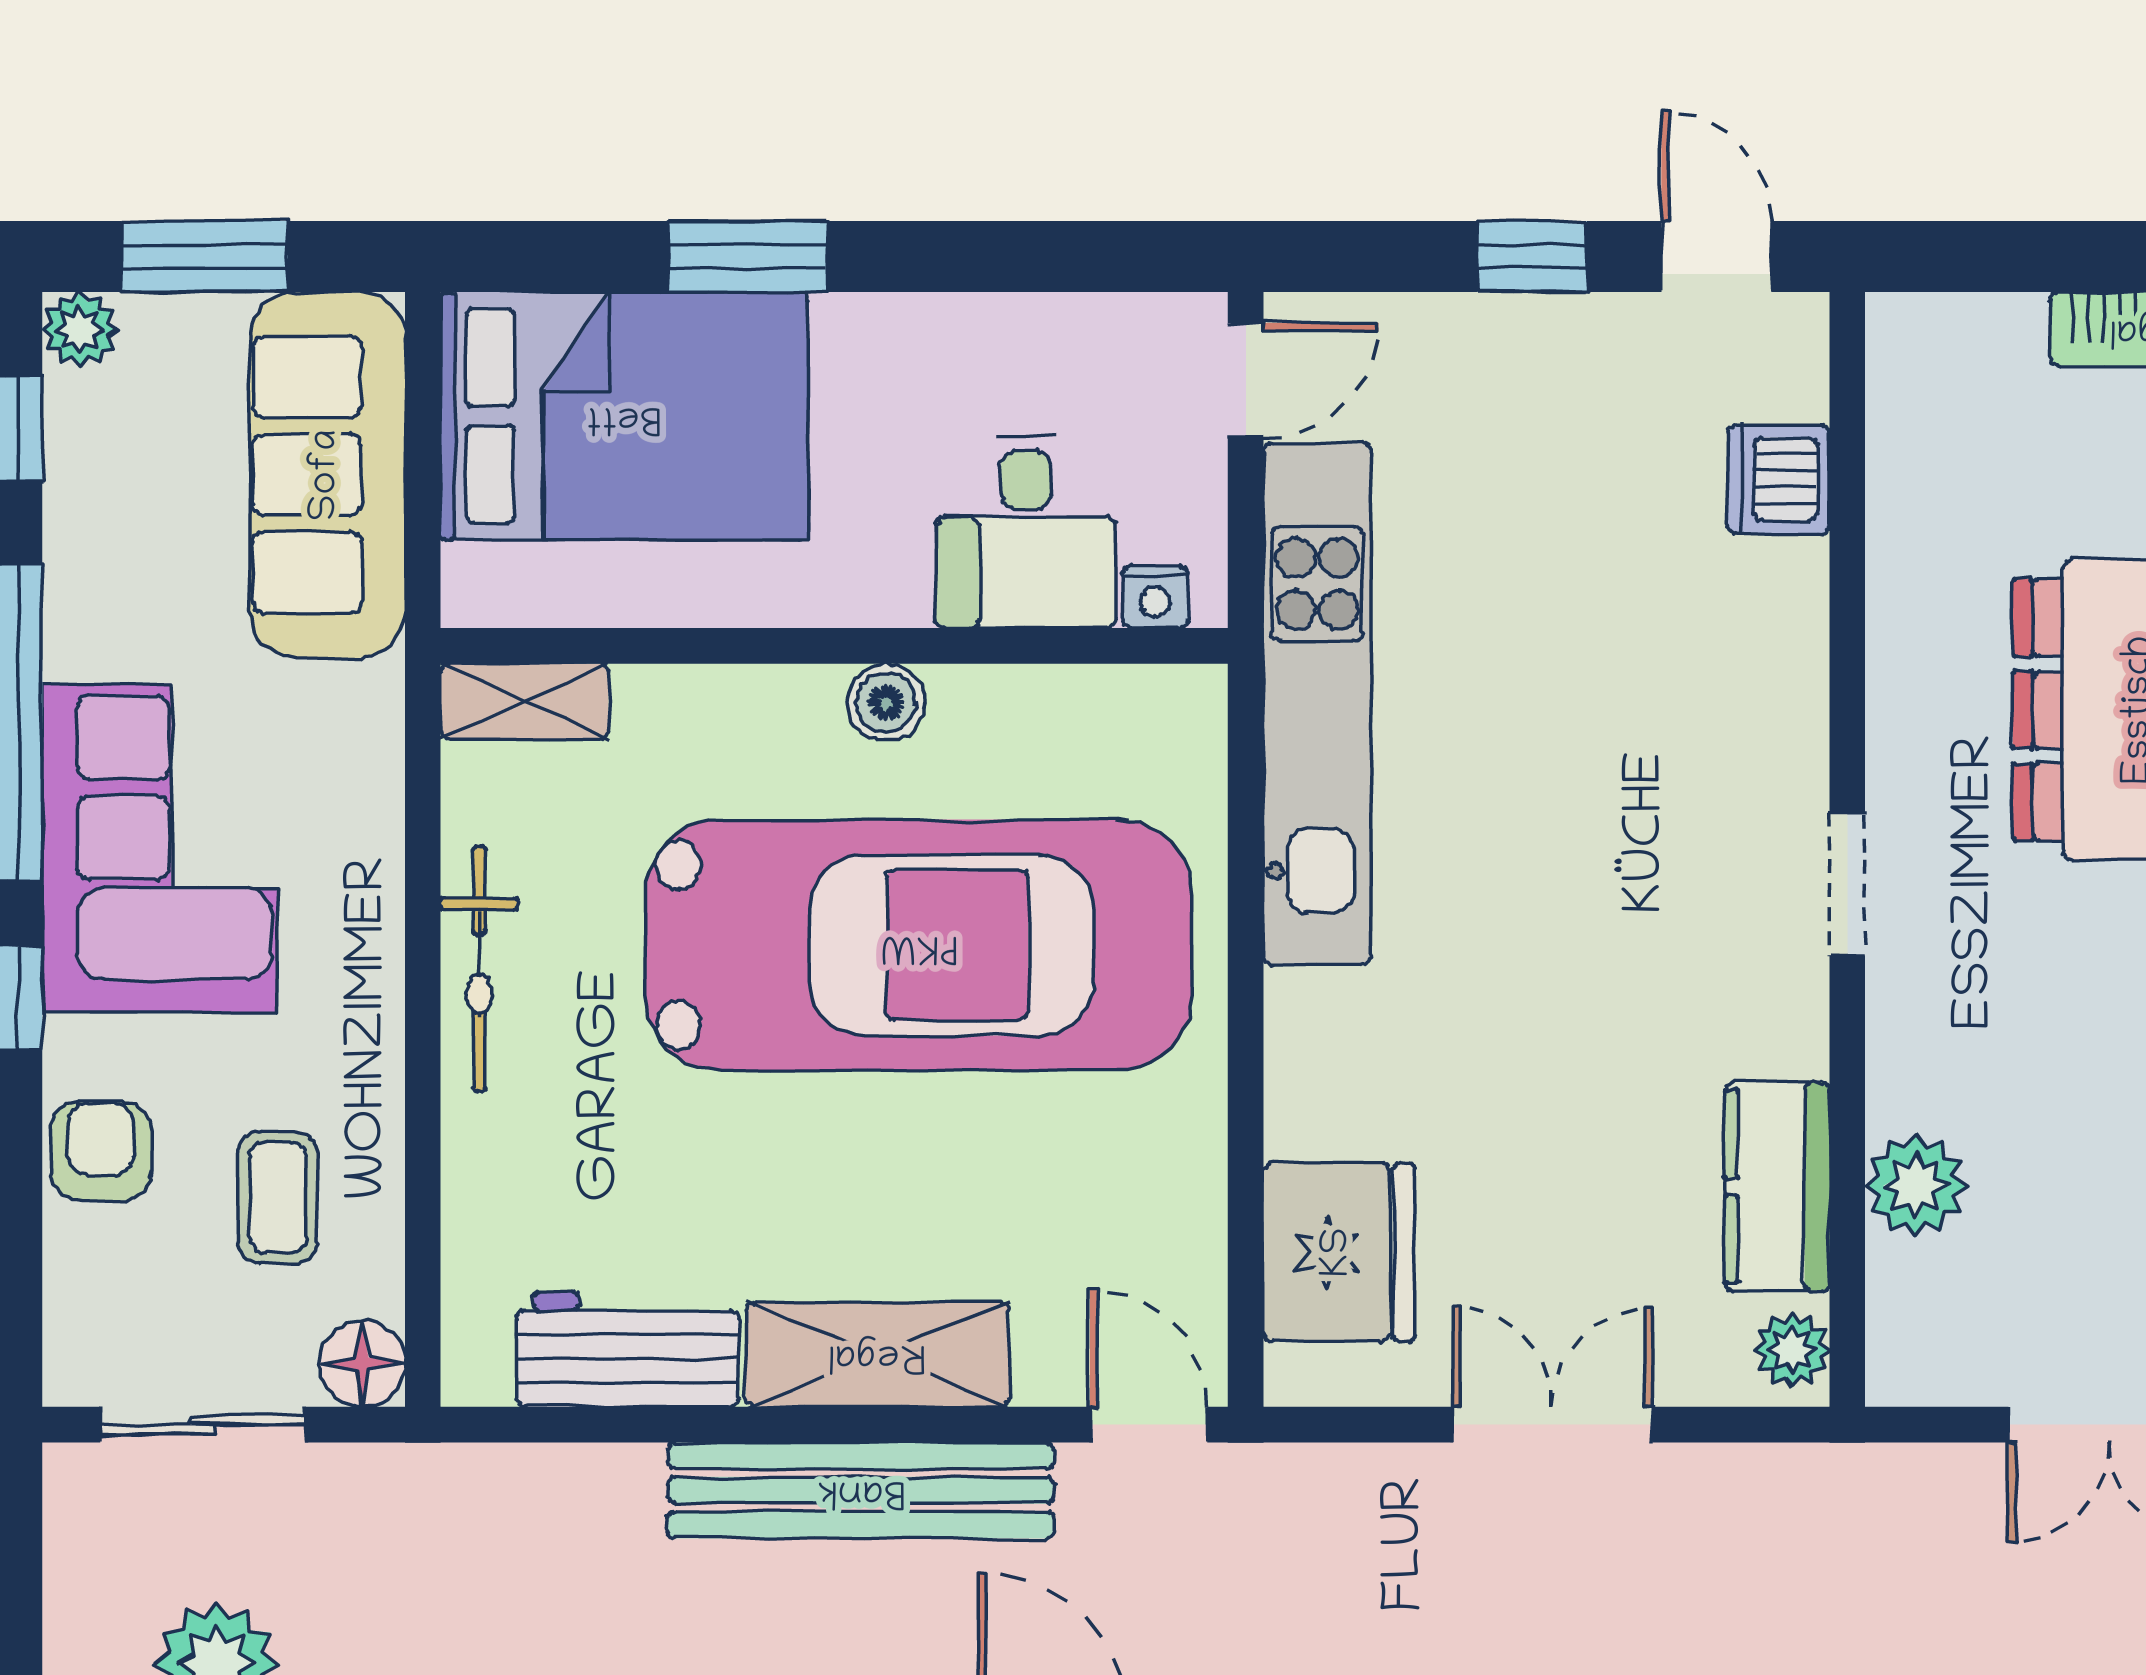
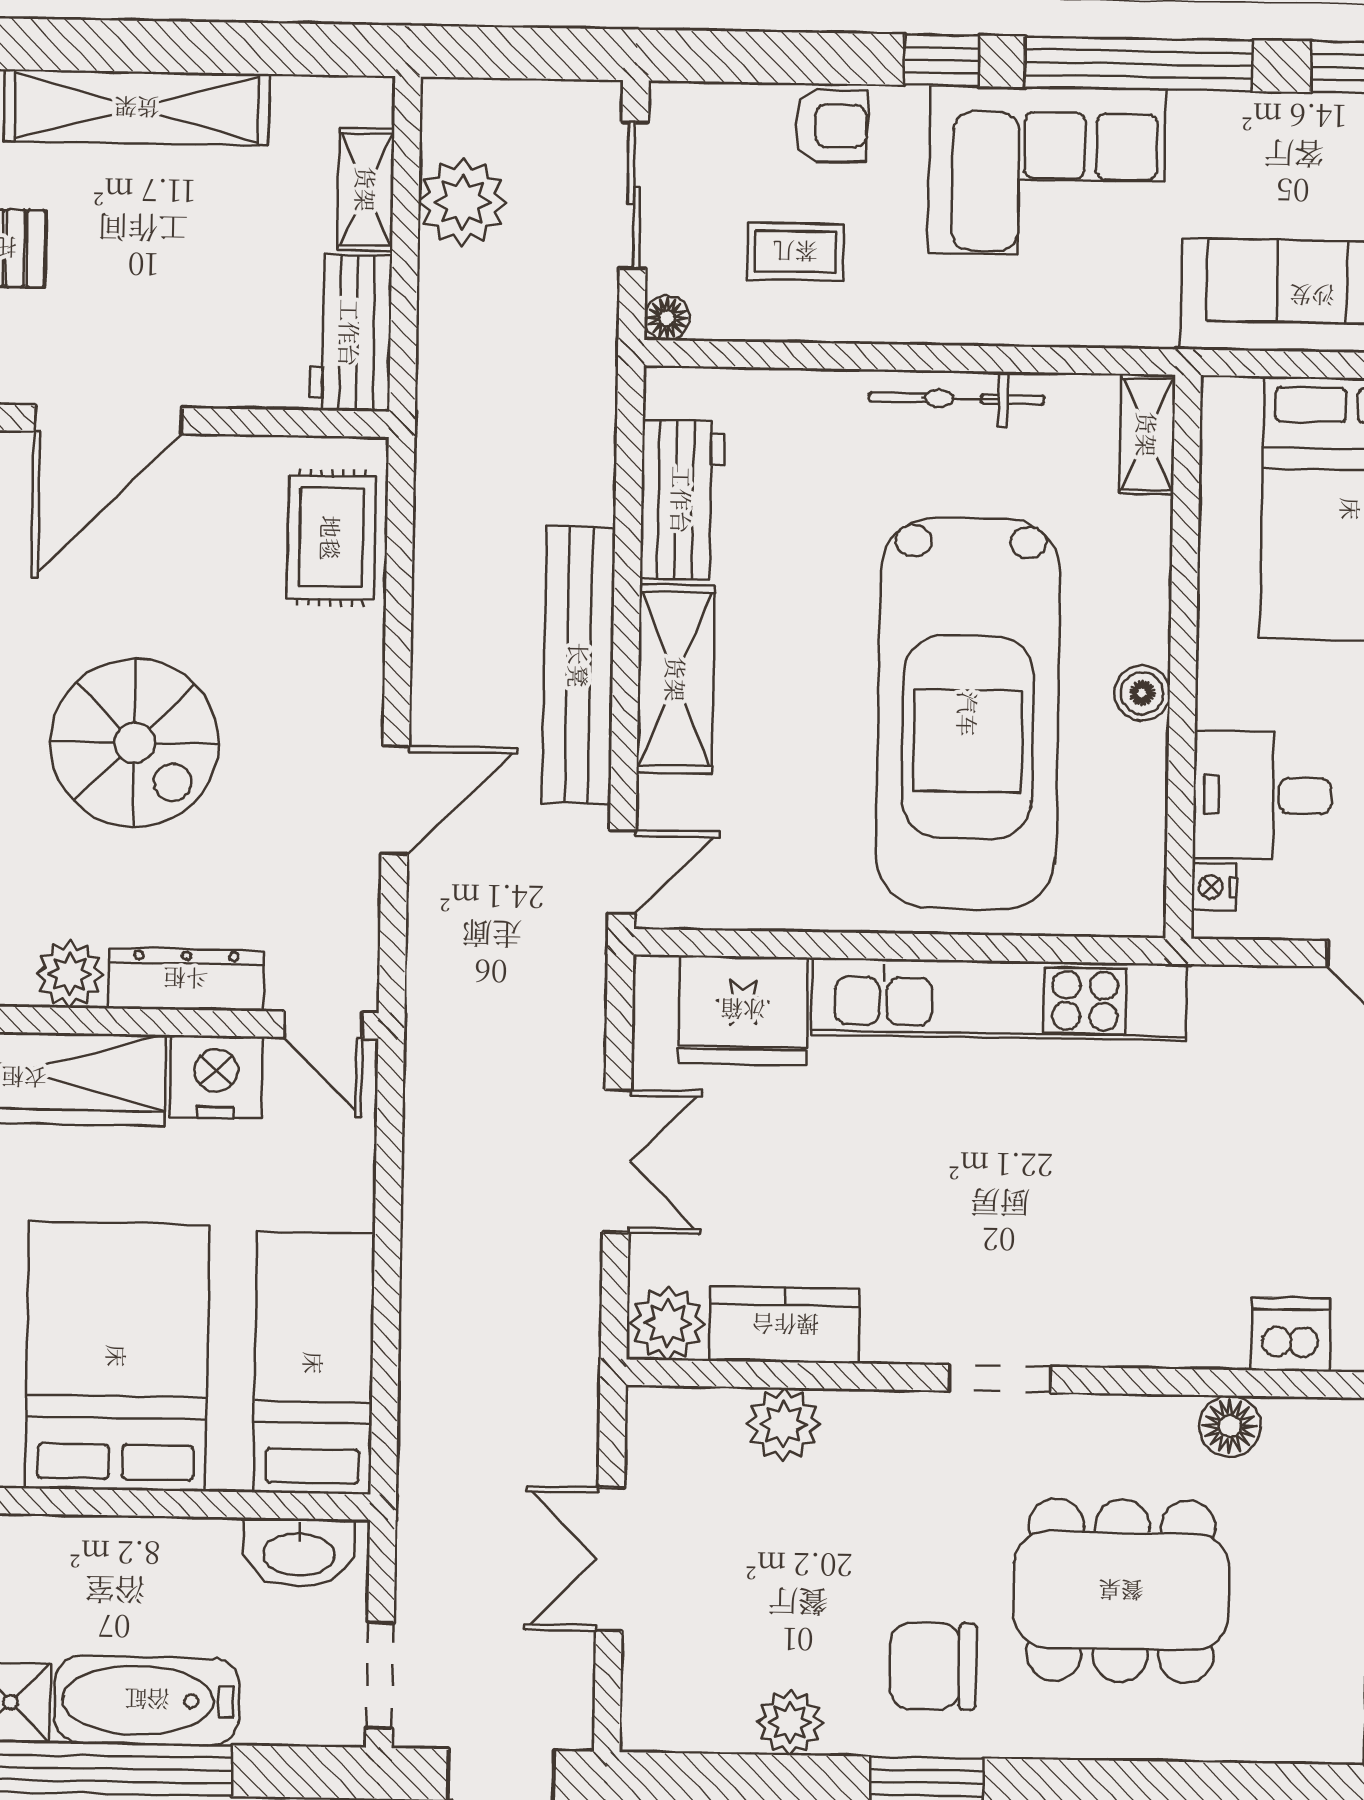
floor lamp: (1908, 562) -> (1230, 1426), added
kitchen unit: (1317, 704) -> (999, 999), moved
plant: (1792, 1350) -> (668, 1323), width x1.38, depth x1.38
floor lamp: (362, 1364) -> (667, 318), width x0.73, depth x0.73

